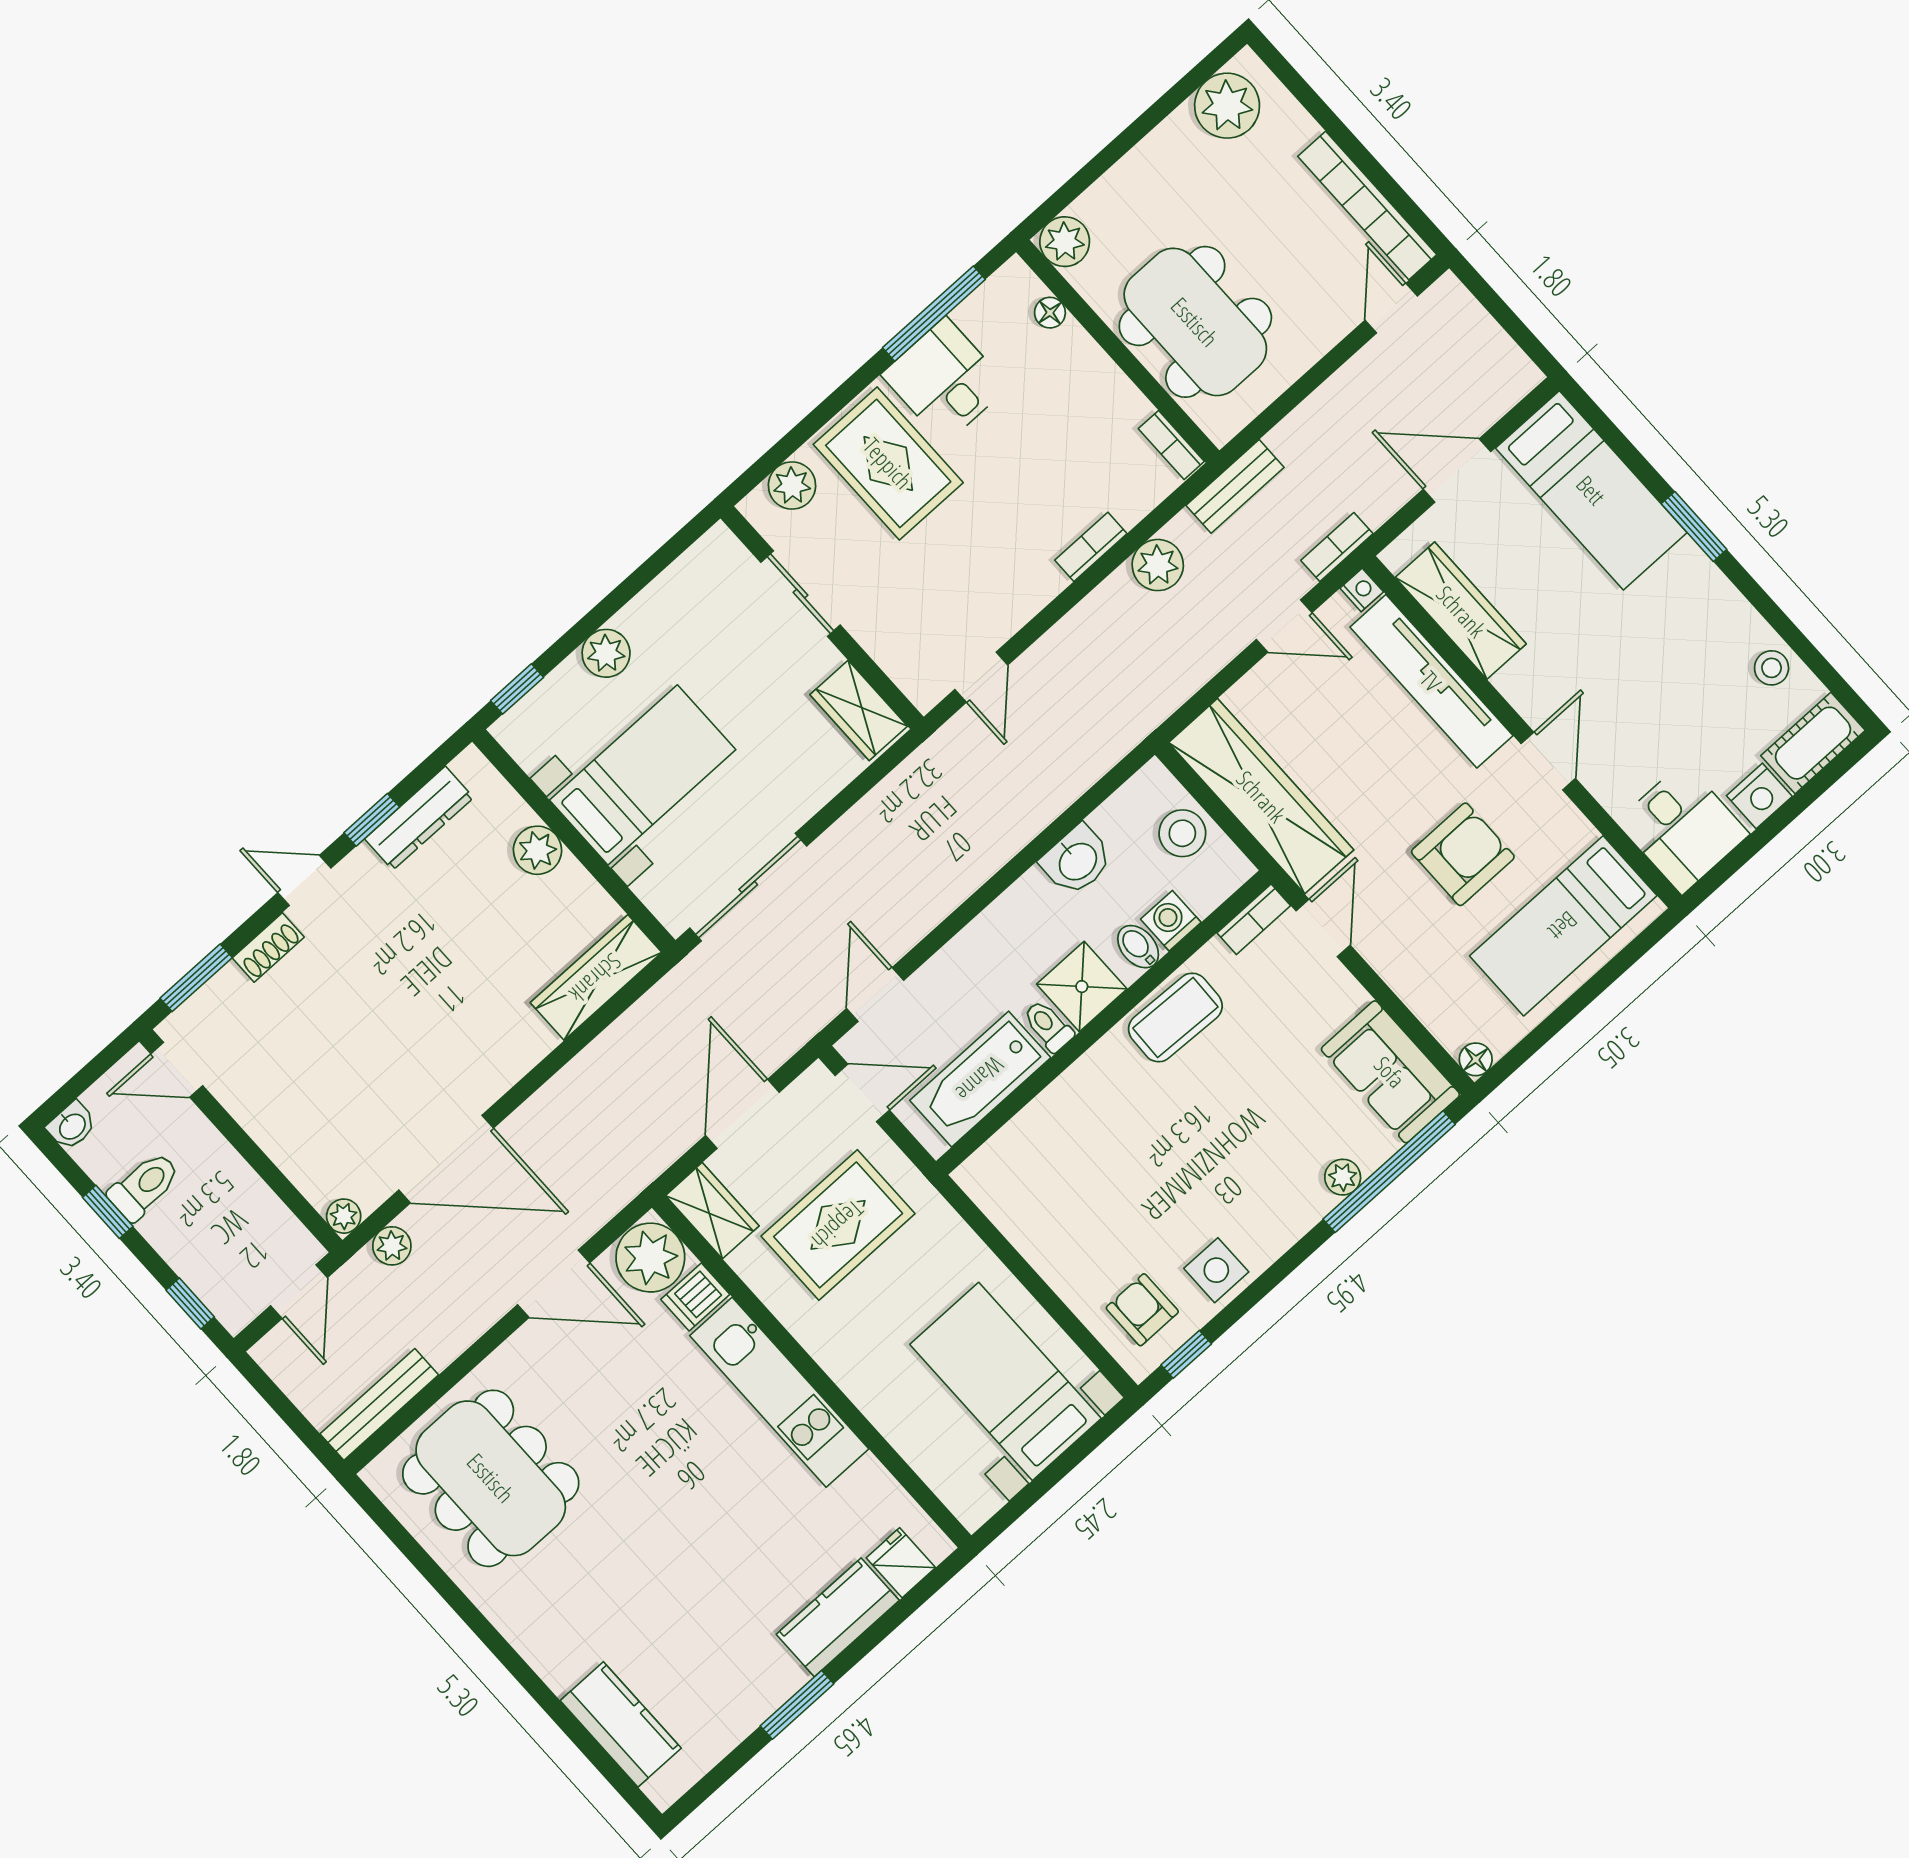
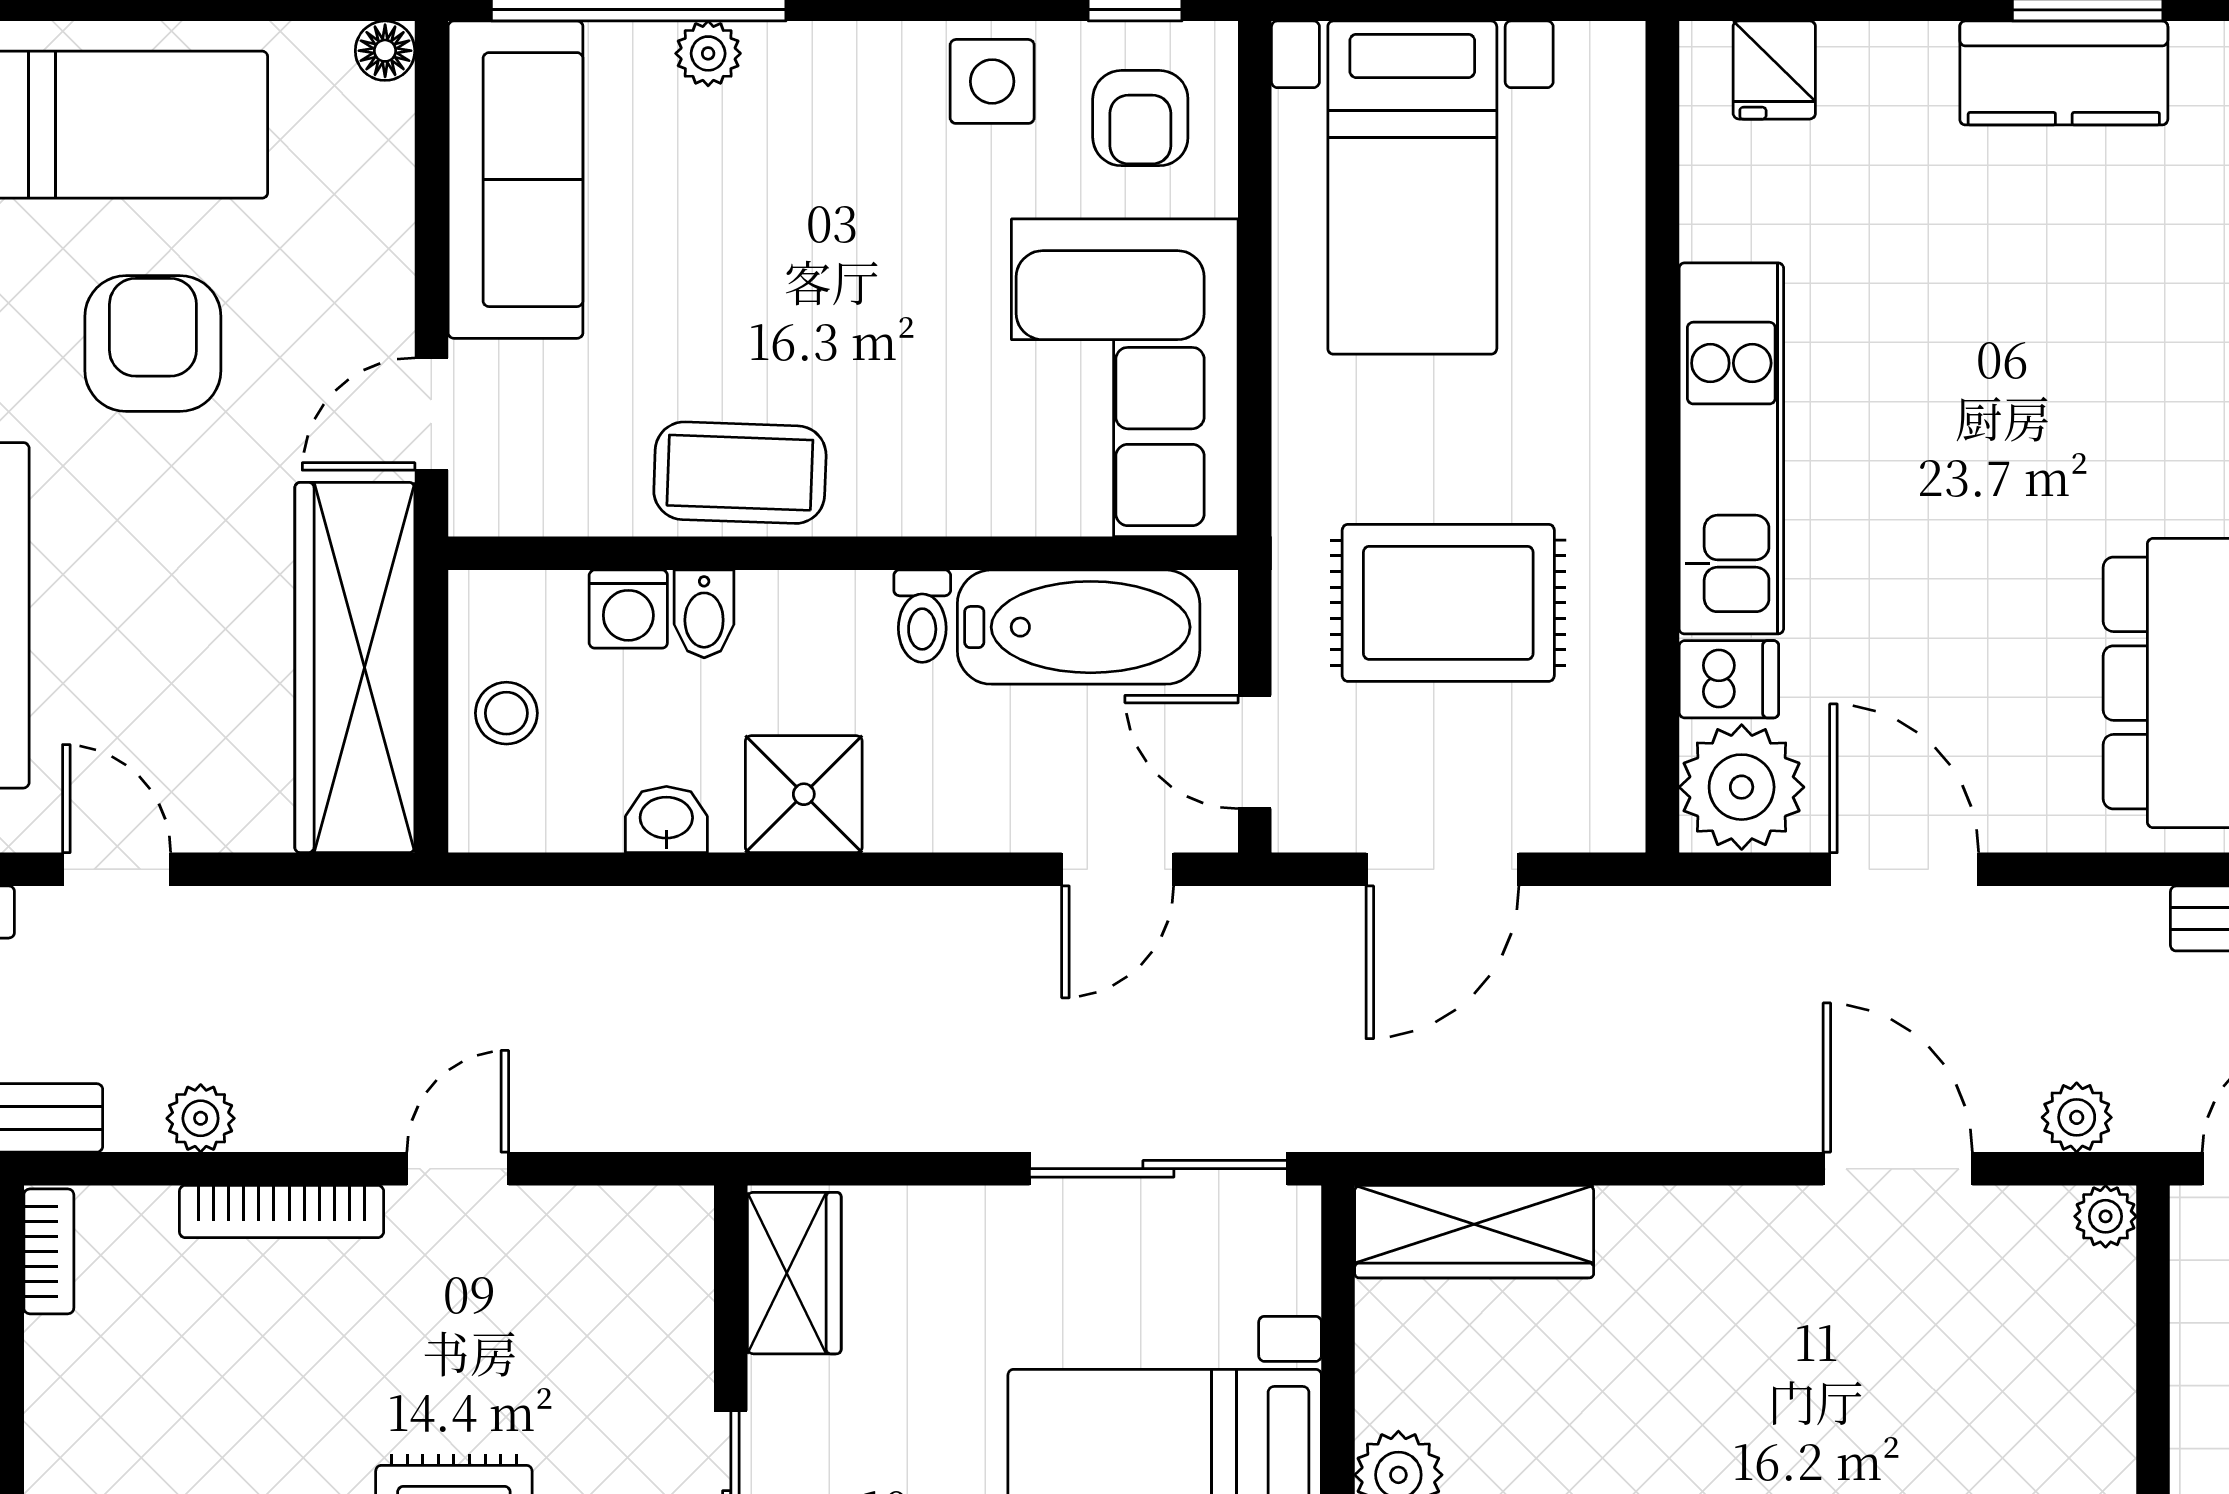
bookcase: (1091, 547) -> (282, 1211), width x1.56
plant: (1158, 565) -> (201, 1118), width x0.73, depth x0.73
door: (981, 677) -> (458, 1169), moved
stool: (1182, 833) -> (506, 713), width x0.73, depth x0.73
armchair: (1463, 854) -> (153, 344), turned 90
washbasin: (1077, 860) -> (666, 820), width x0.72, depth x0.69
bookcase: (1254, 919) -> (515, 510), removed
shower: (1082, 987) -> (804, 794), moved
sofa: (1390, 1072) -> (515, 180), width x1.36
door: (446, 1159) -> (1898, 1169), width x0.73
corner sofa: (1053, 1198) -> (1125, 378), added
wardrobe: (712, 1211) -> (1601, 775), removed
kitchen counter: (838, 1617) -> (2064, 73), moved

